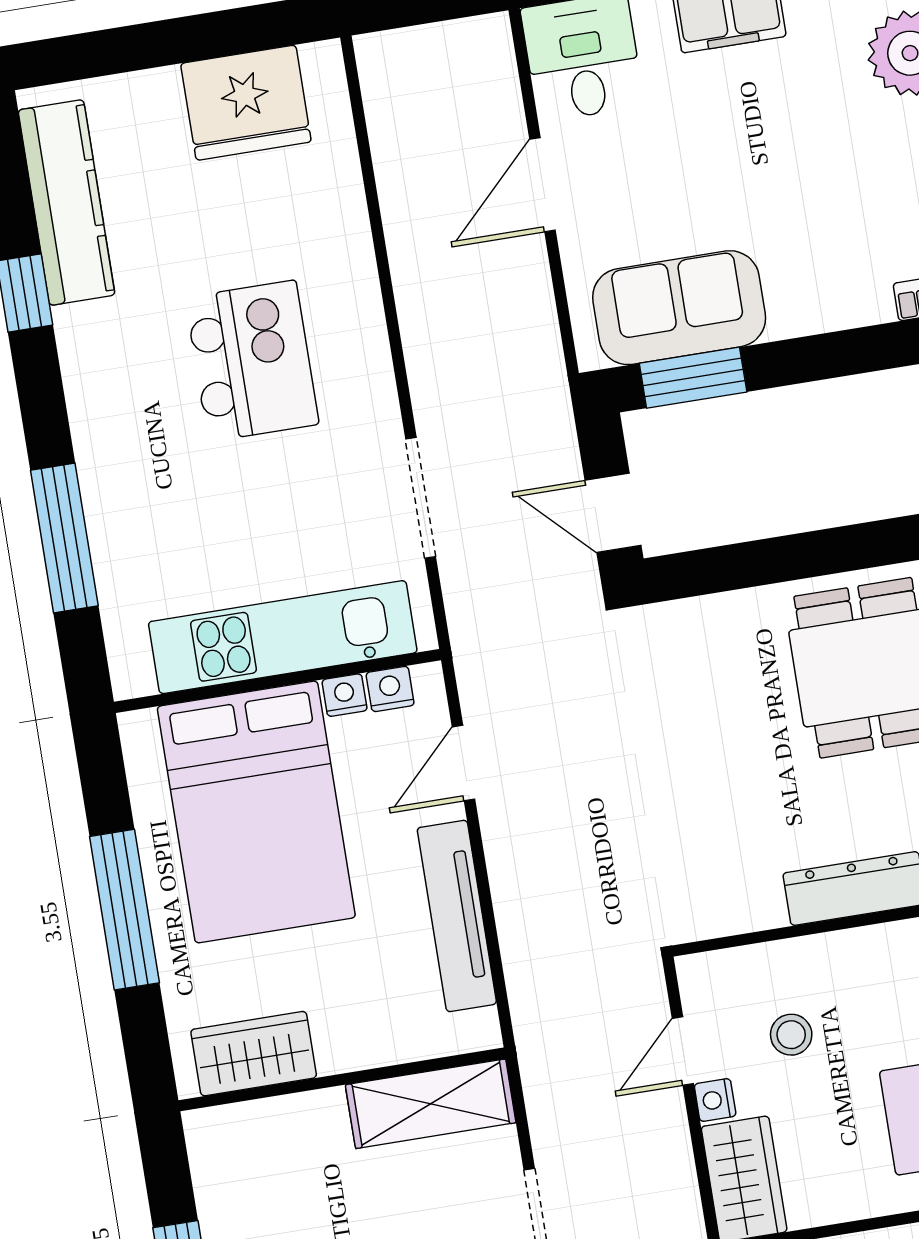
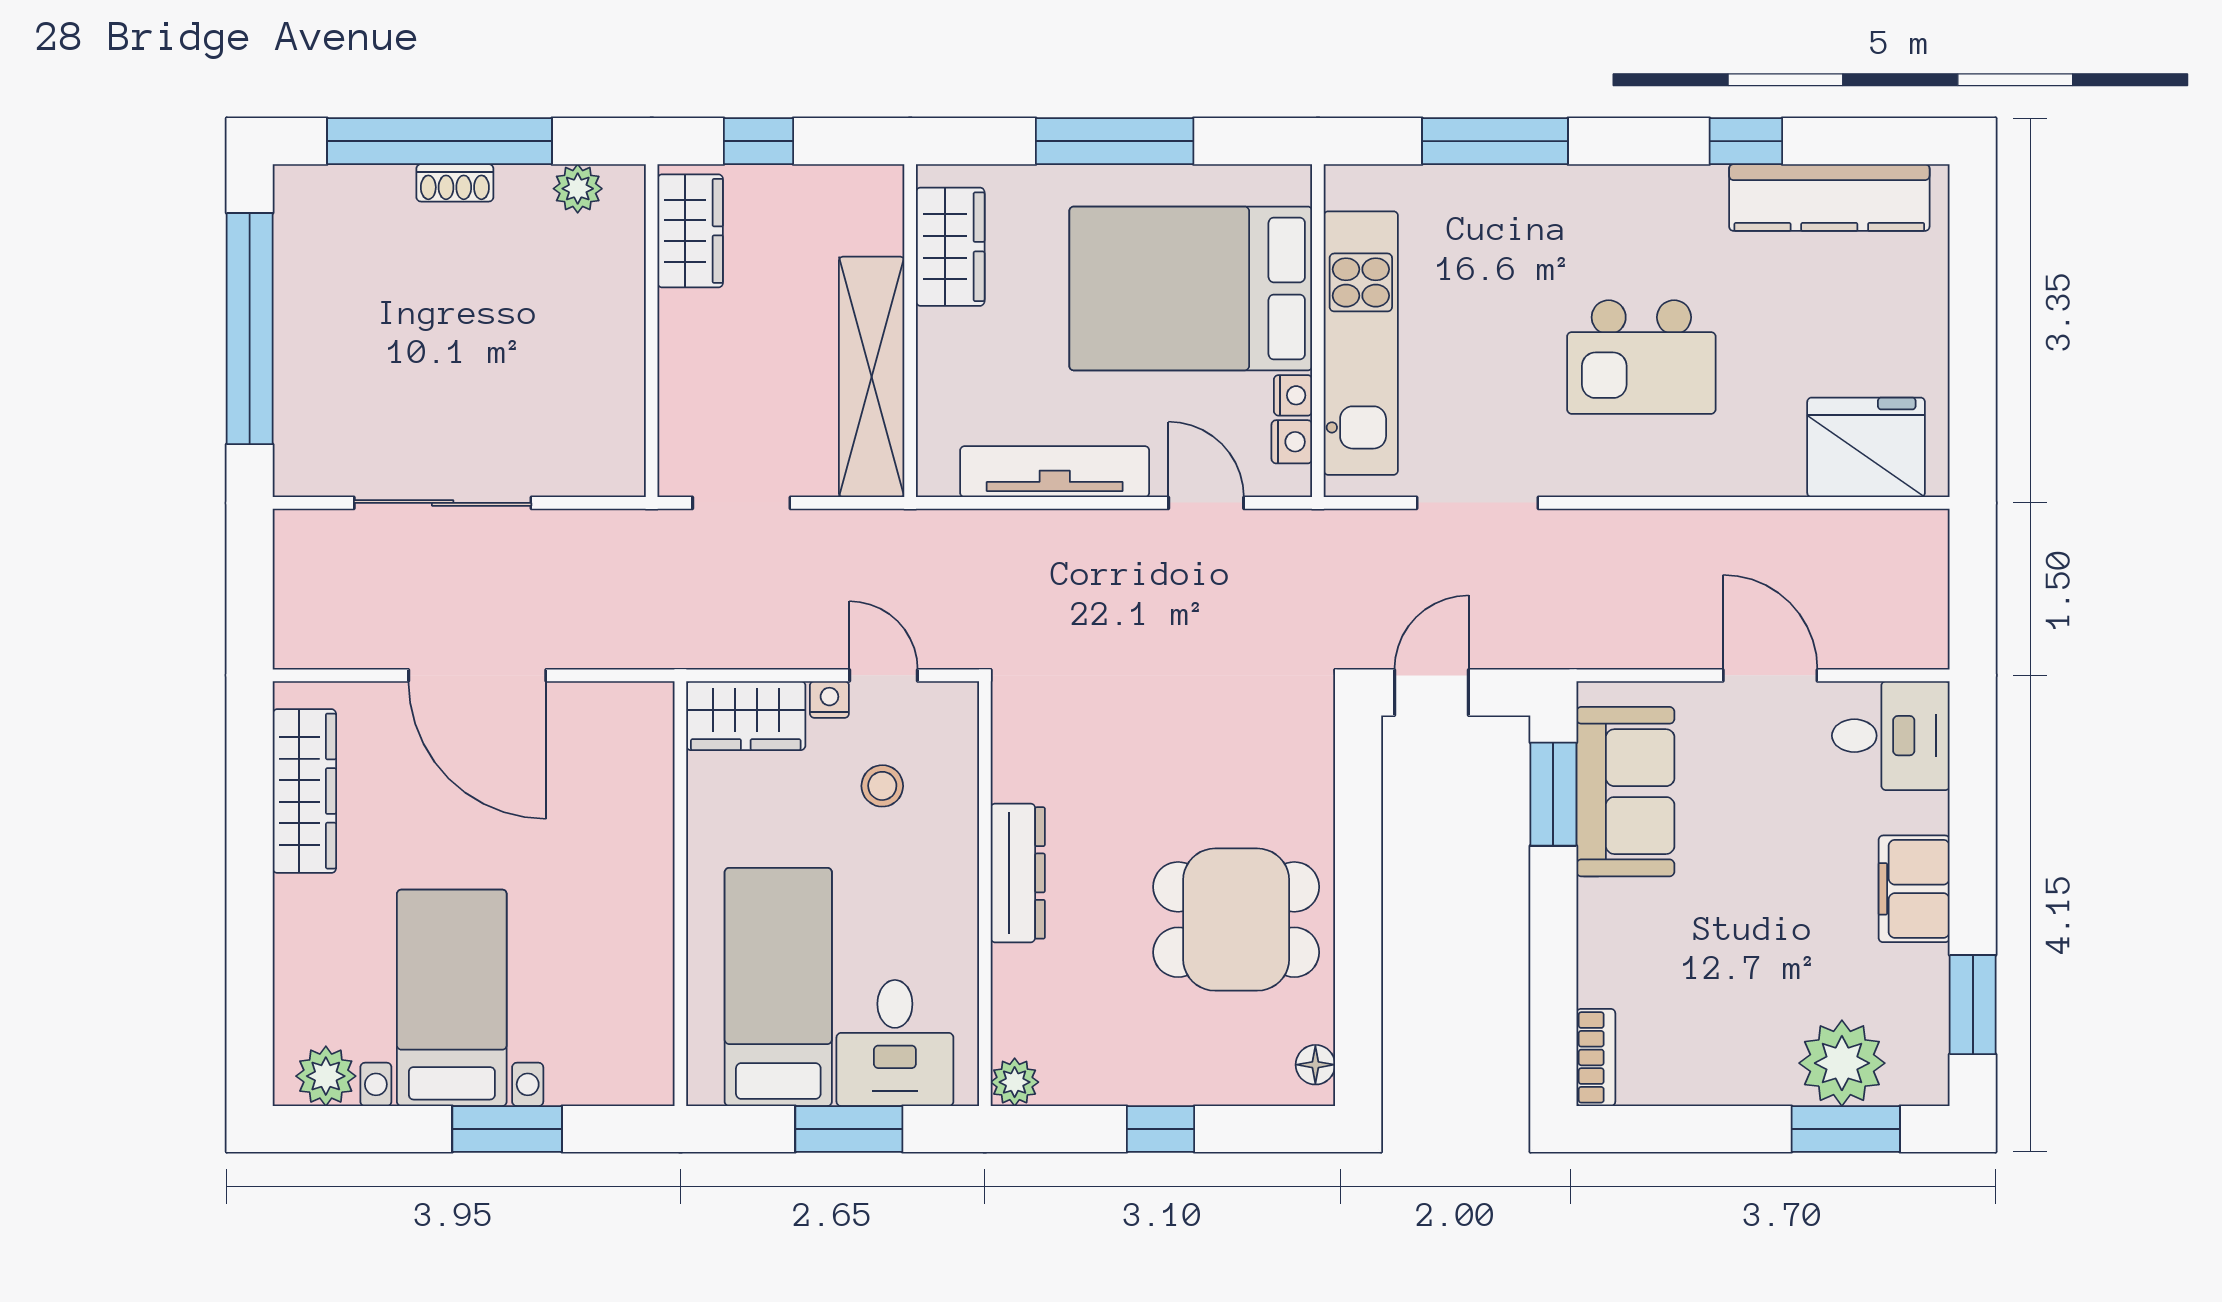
fridge: (246, 103) -> (1866, 447), moved, turned 90
shelving: (431, 1104) -> (872, 377), width x1.47

